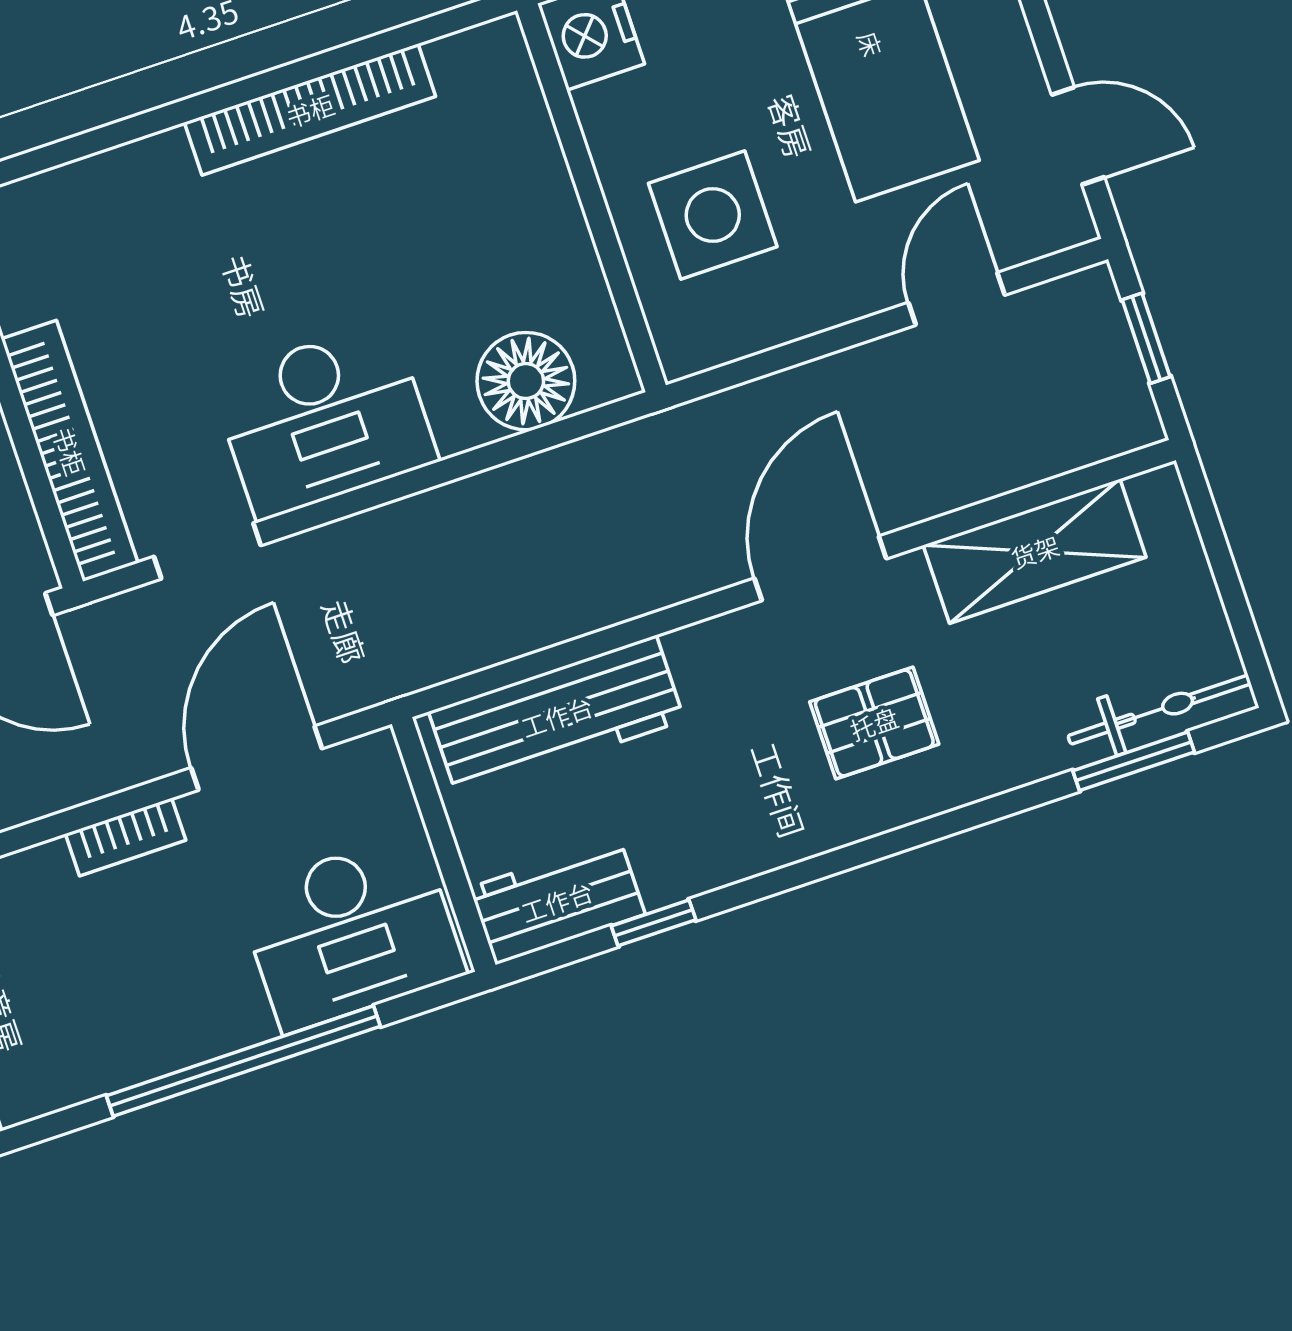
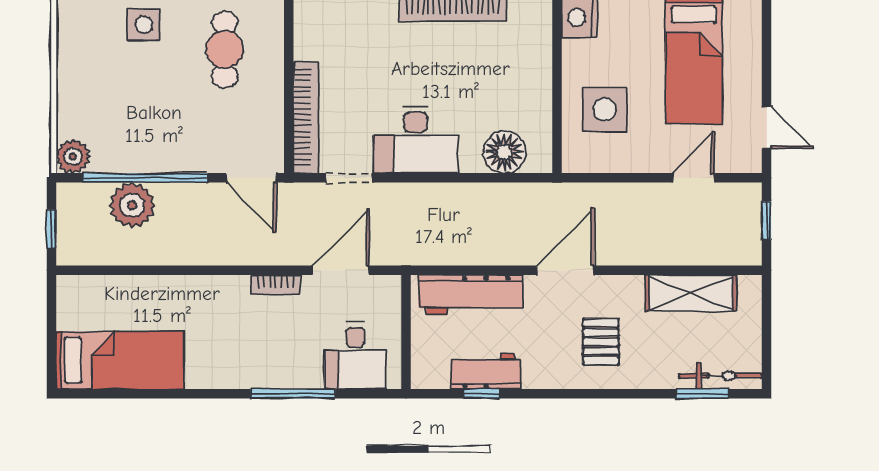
door: (820, 568) -> (565, 270), moved
pallet: (874, 723) -> (601, 342), turned 90
workbench: (557, 901) -> (486, 371), moved
desk: (351, 932) -> (355, 356), width x0.73
window: (243, 1061) -> (293, 394), width x0.68

